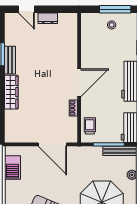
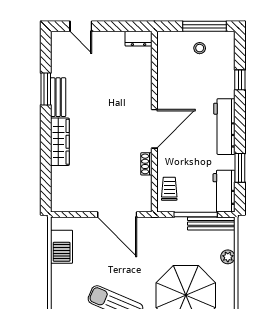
dresser: (48, 18) -> (139, 39), moved

